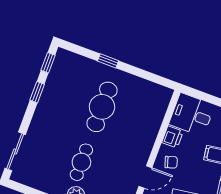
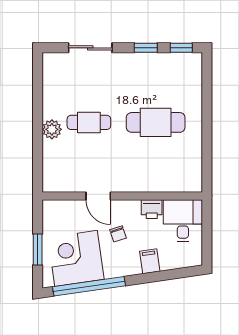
window: (108, 61) -> (207, 111), removed
sliding door: (15, 151) -> (90, 48), moved
chair: (171, 162) -> (118, 234), moved

